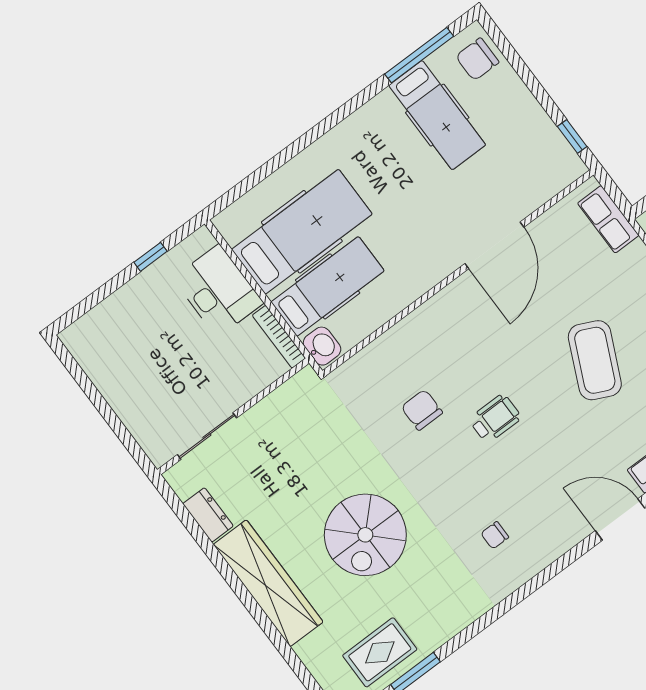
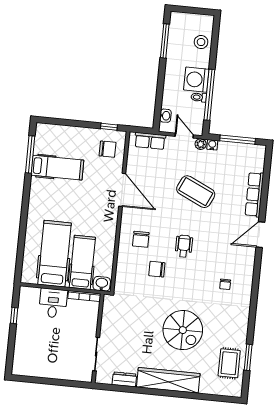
chair: (477, 59) -> (108, 149), moved, turned -90
desk: (218, 291) -> (53, 303), width x0.73
chair: (445, 343) -> (141, 239), added

